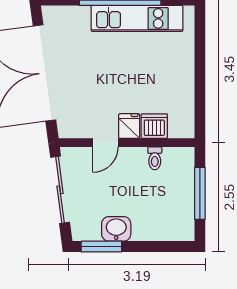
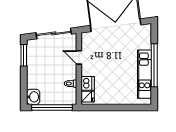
fridge: (129, 126) -> (88, 97), moved
window: (200, 193) -> (52, 107), width x1.46
washbasin: (116, 229) -> (33, 97), moved

